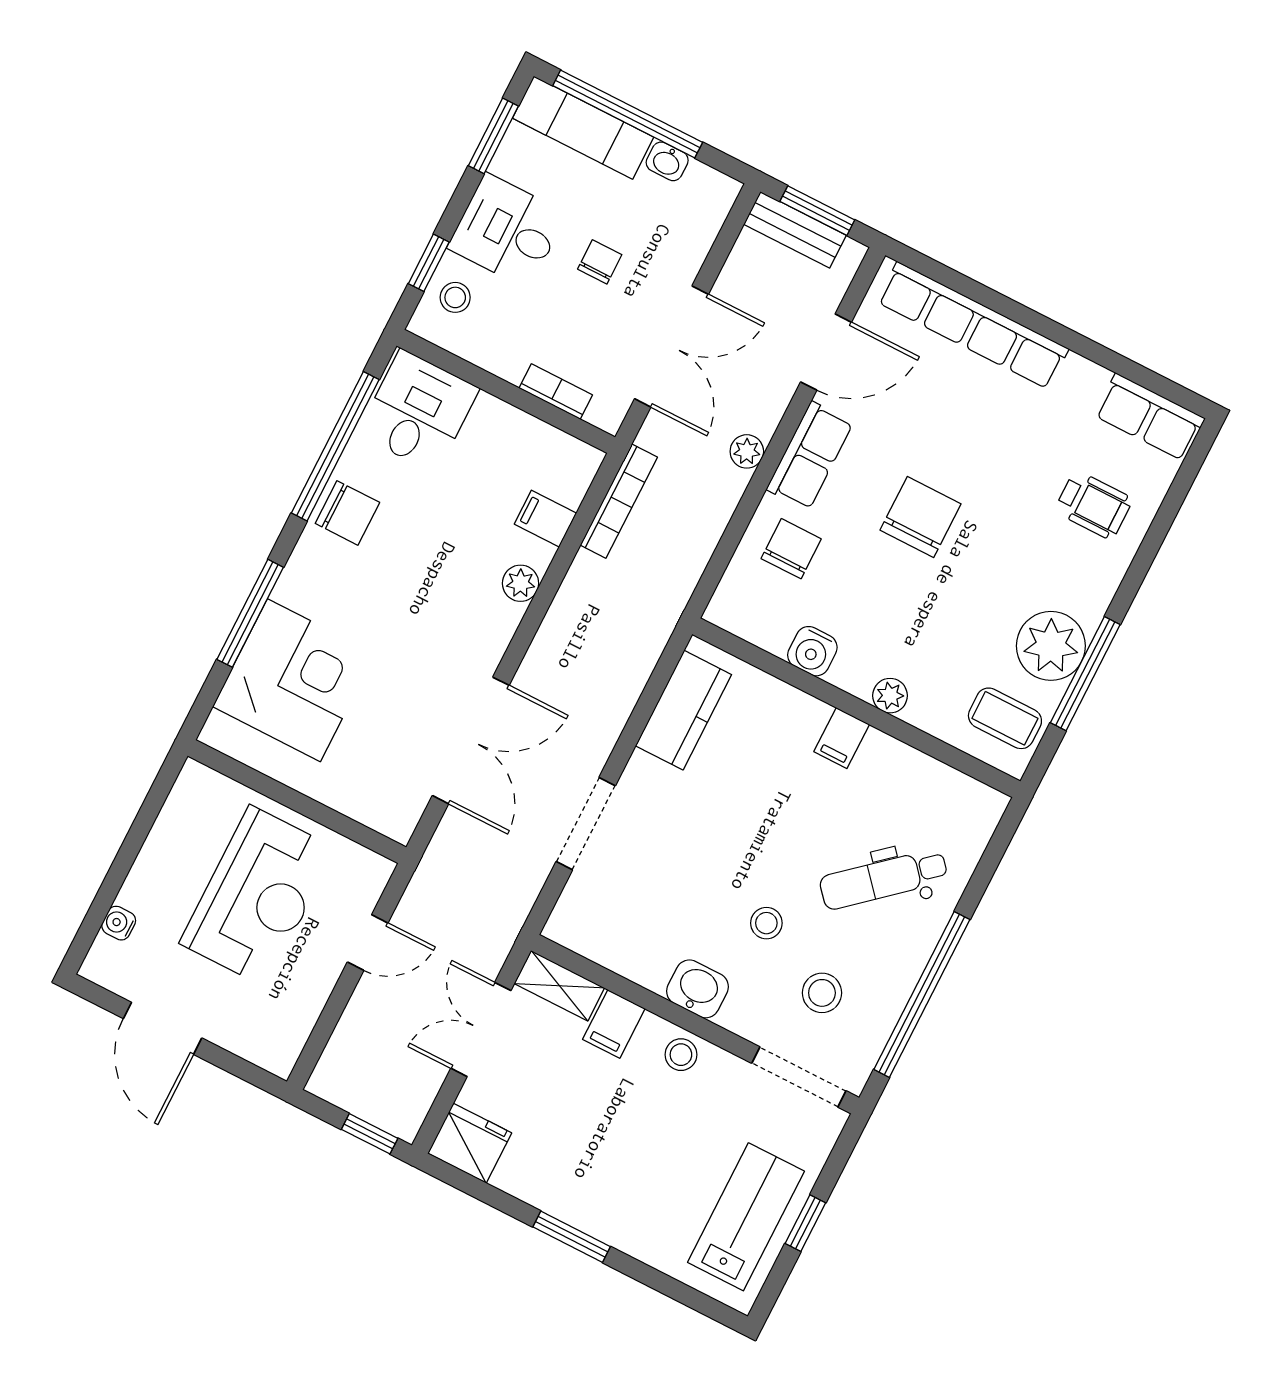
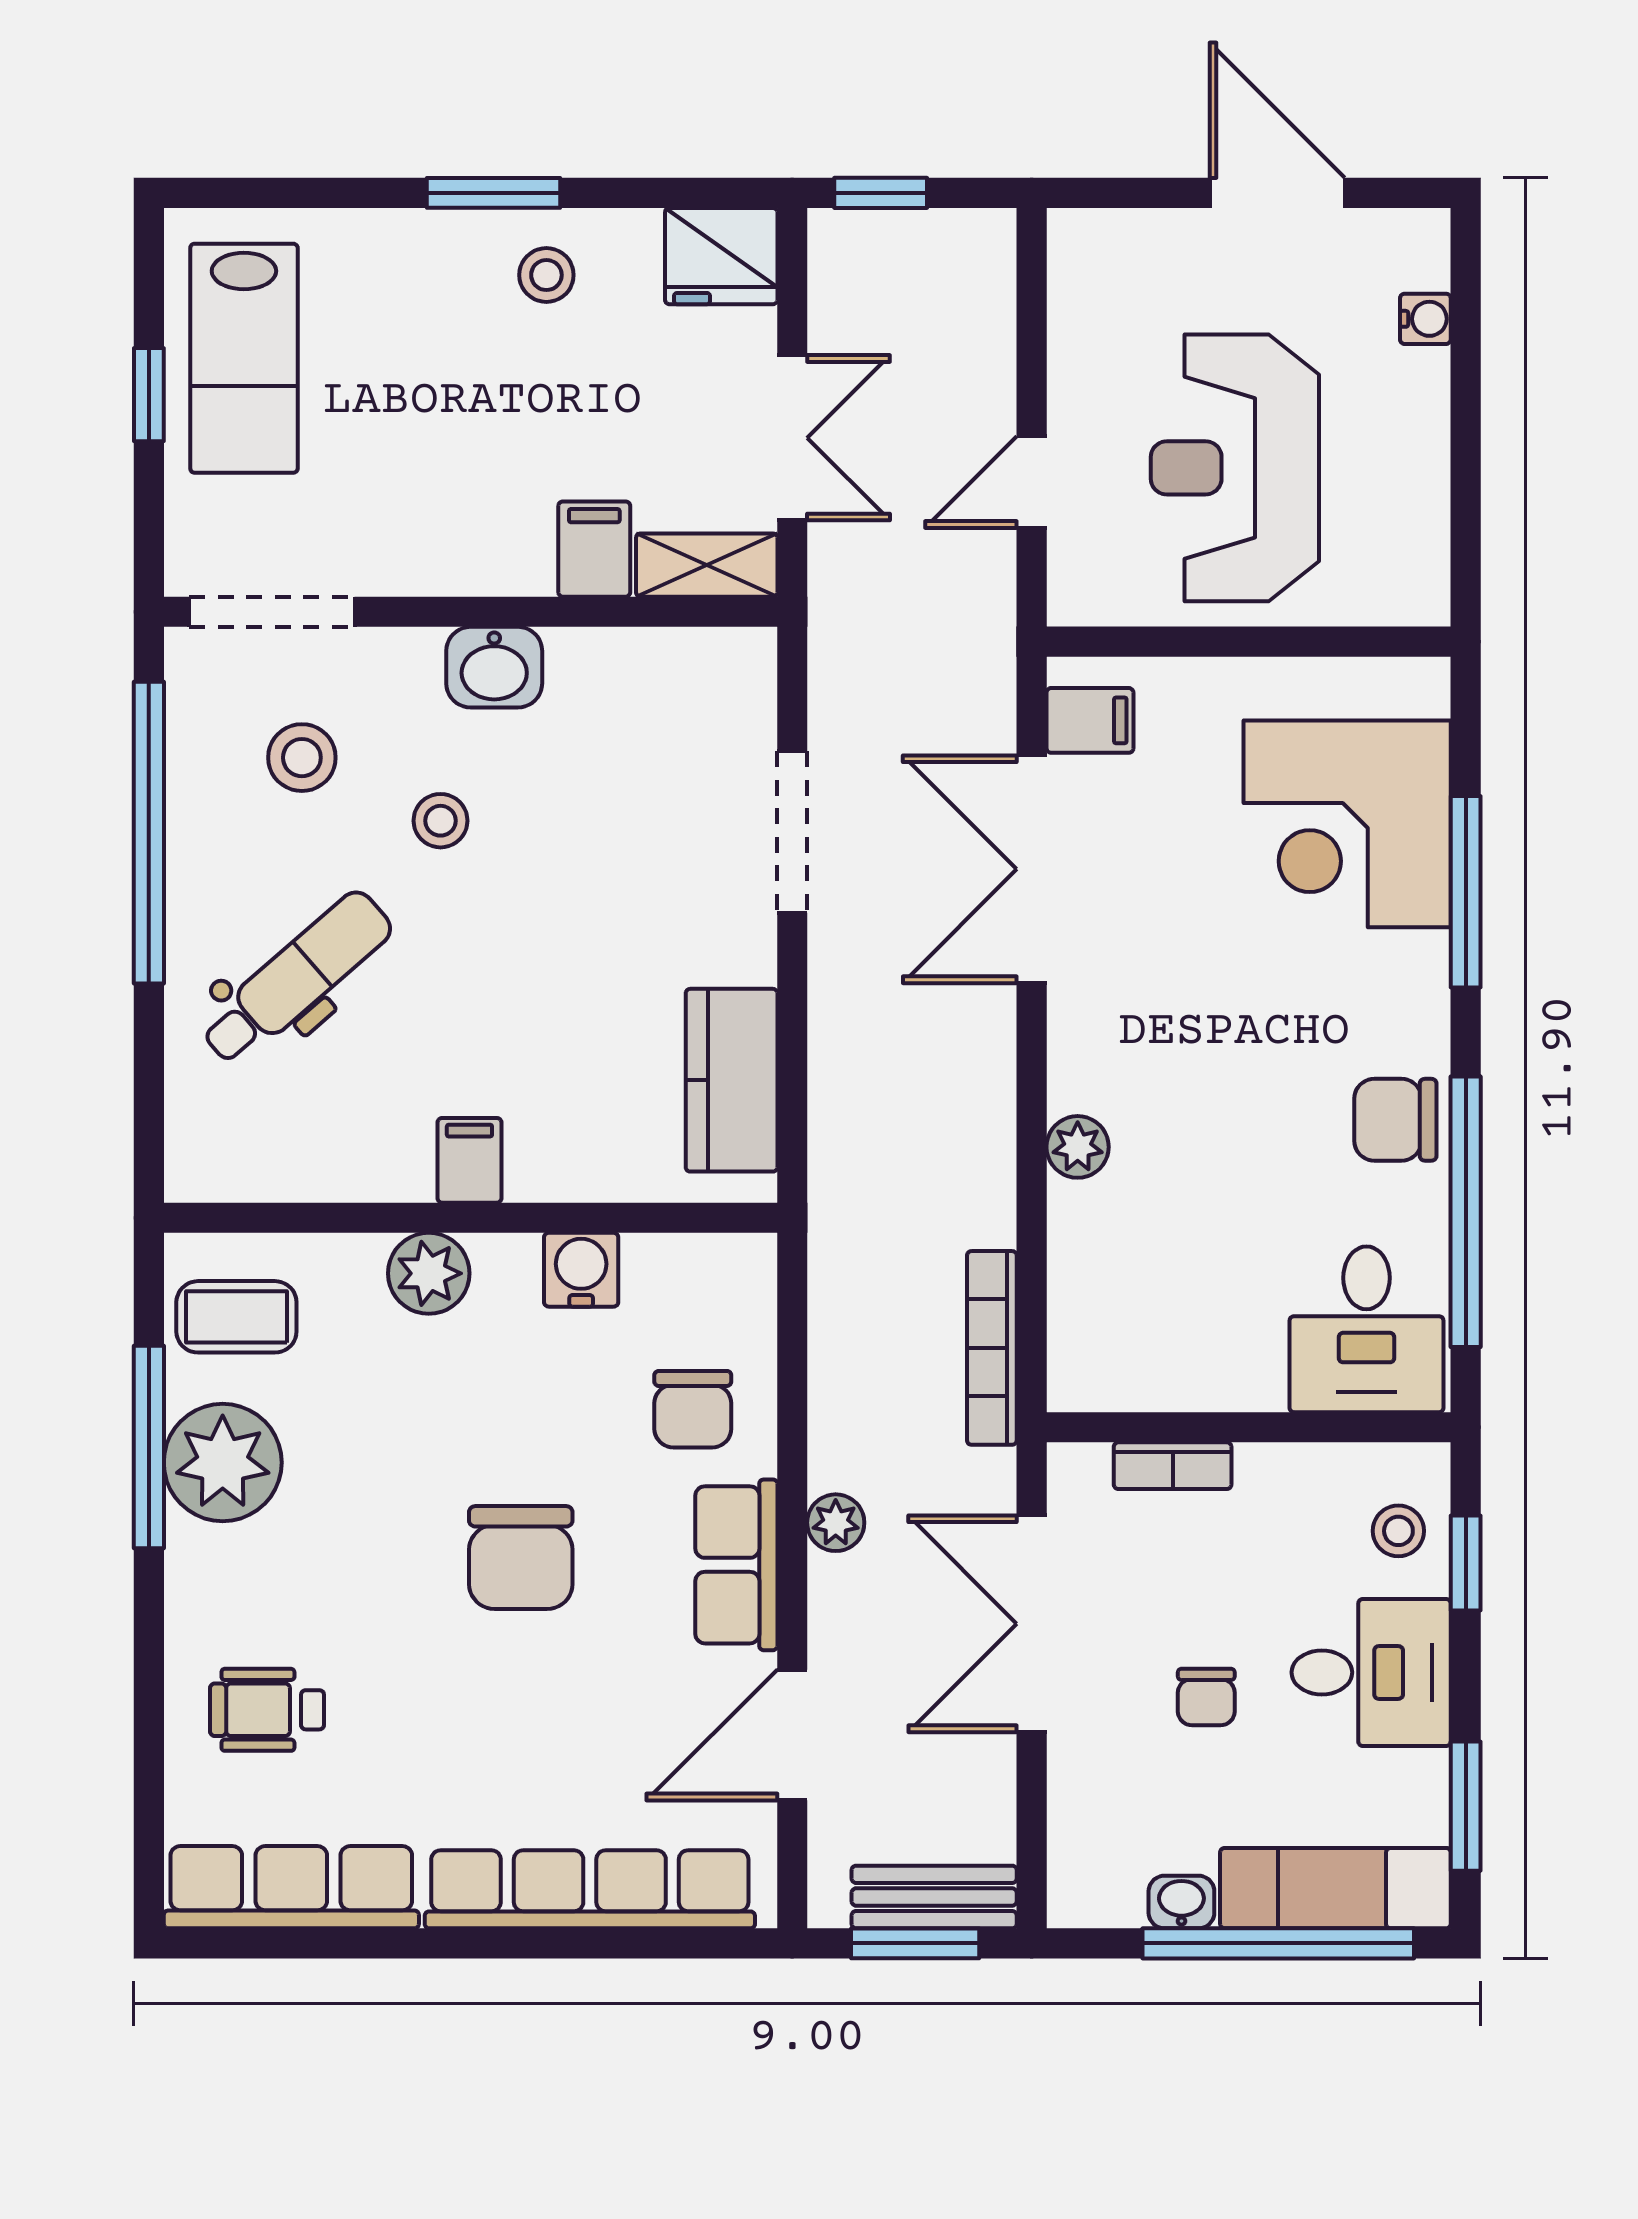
row of seats: (1150, 417) -> (291, 1887), width x1.48
filing cabinet: (545, 519) -> (1090, 720), moved
plant: (890, 696) -> (429, 1273), width x1.38, depth x1.38
stool: (681, 1055) -> (546, 275), moved

